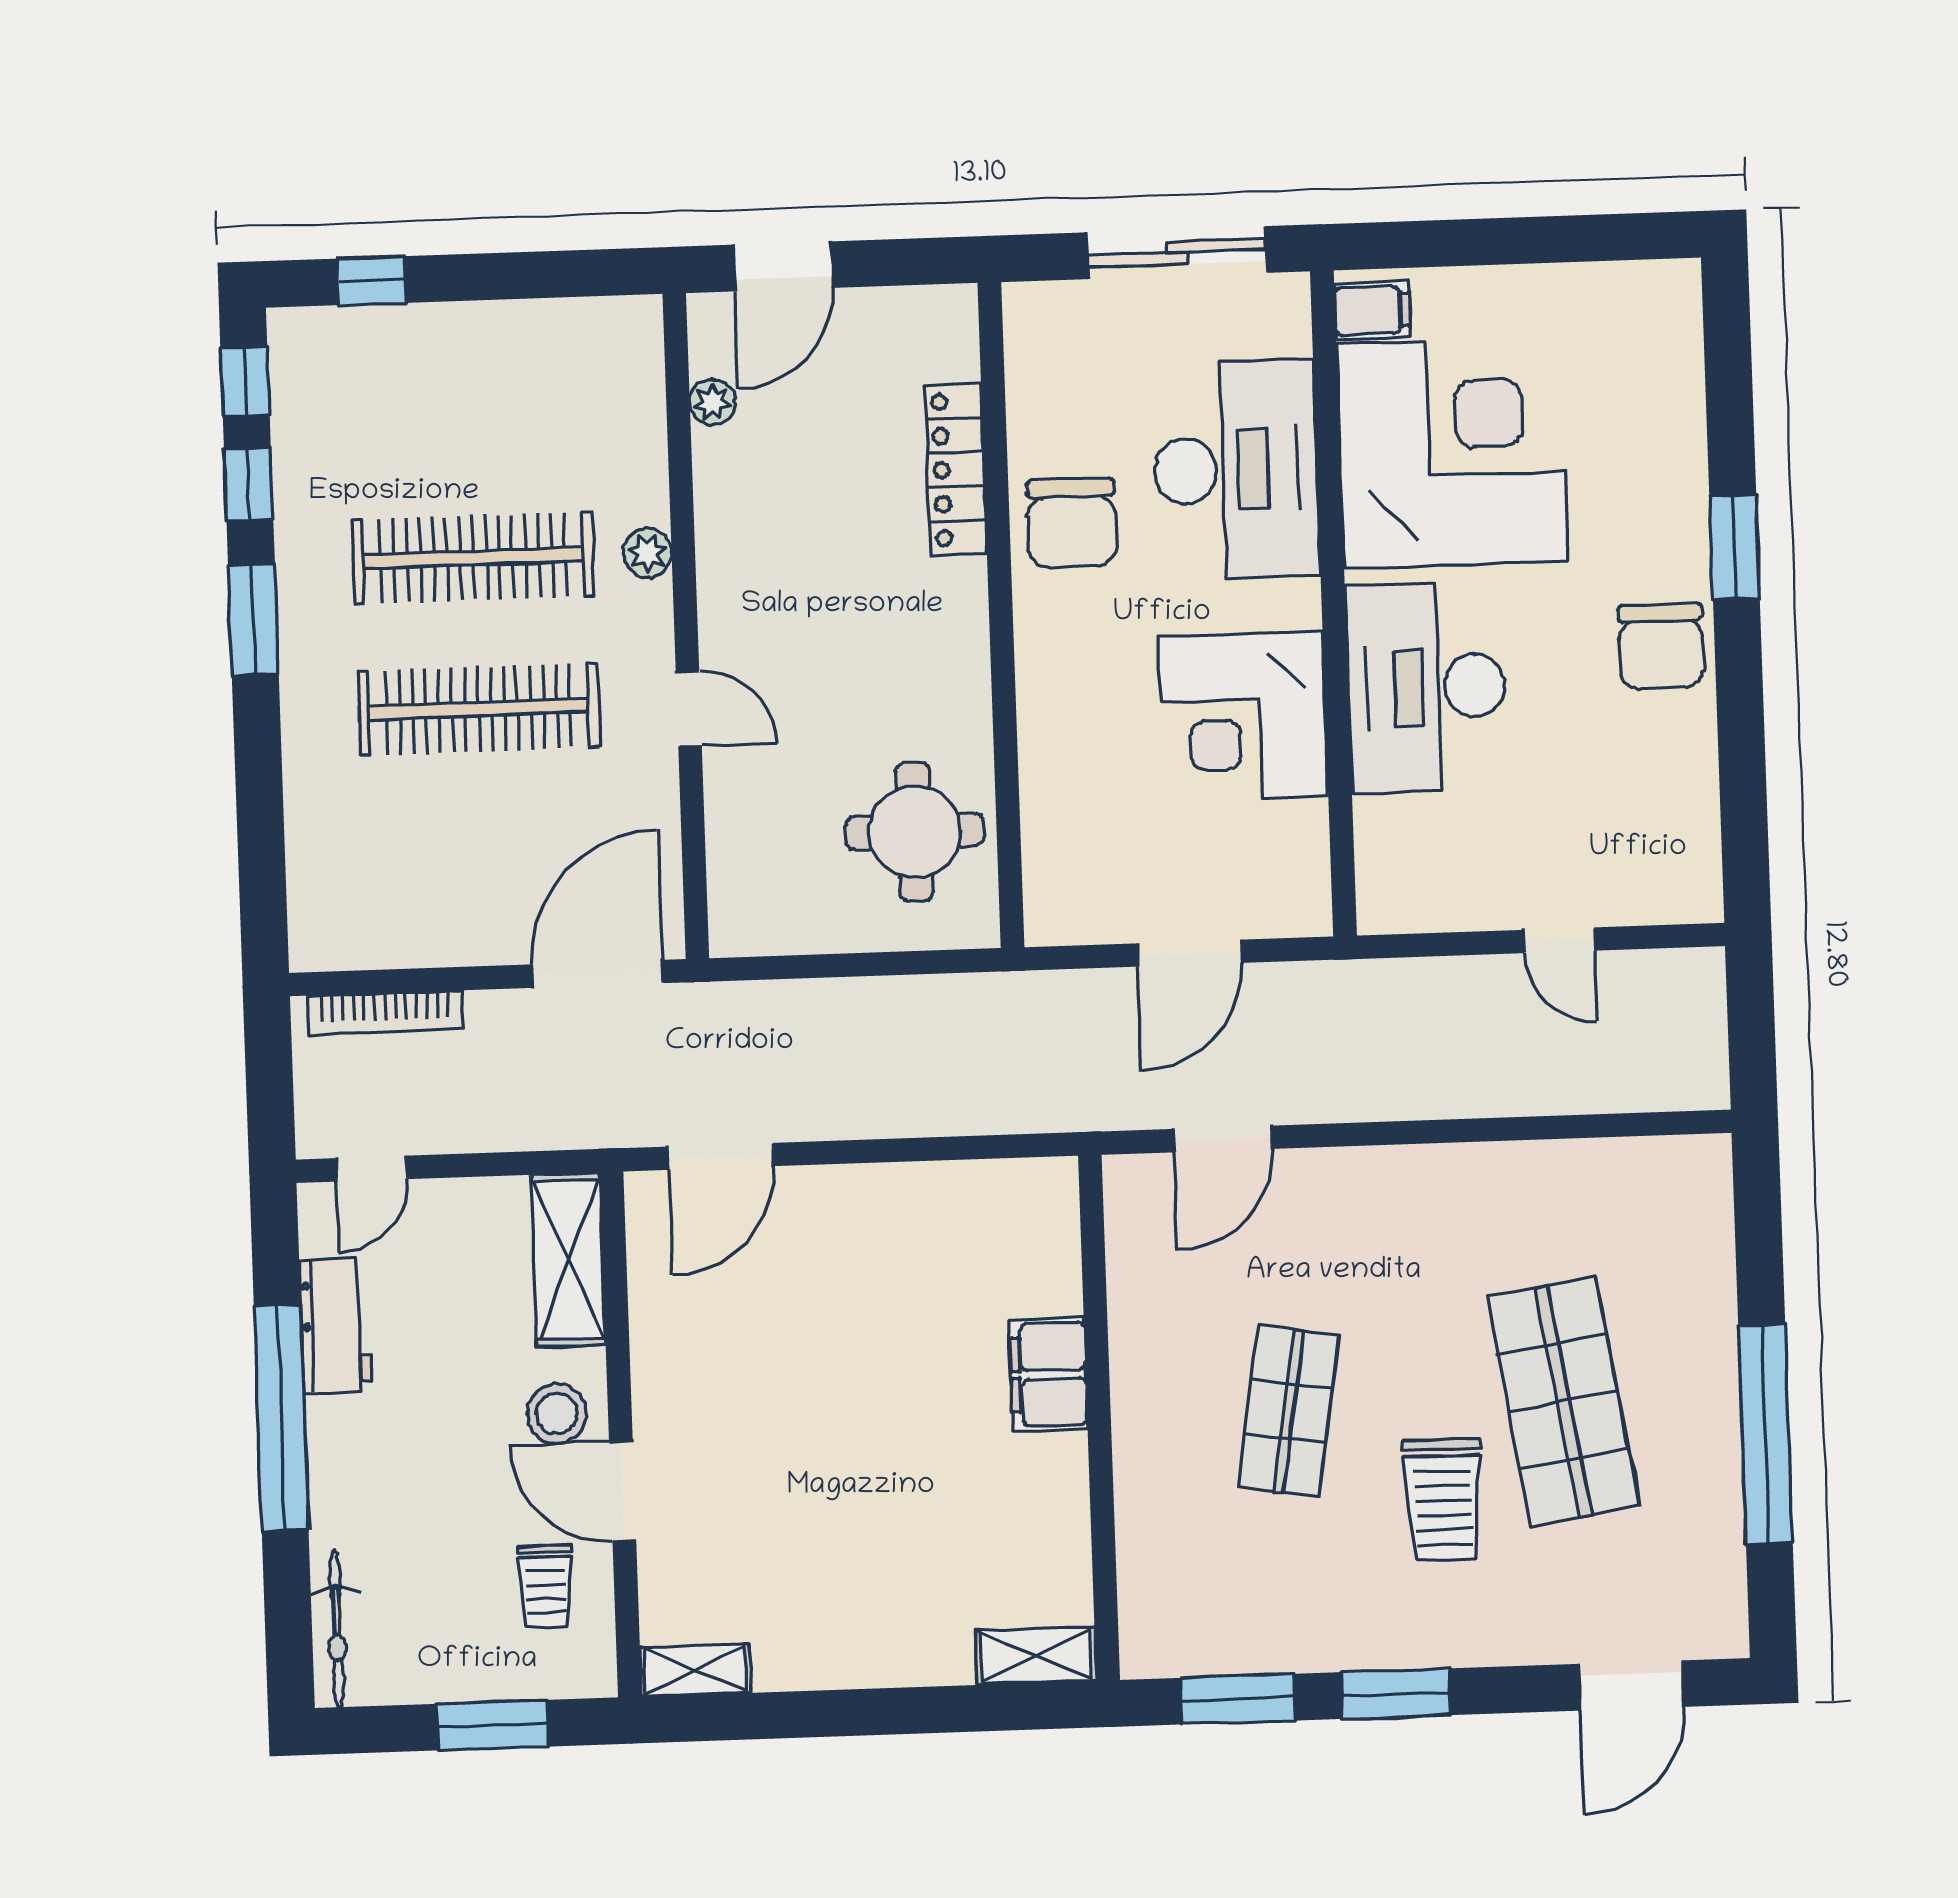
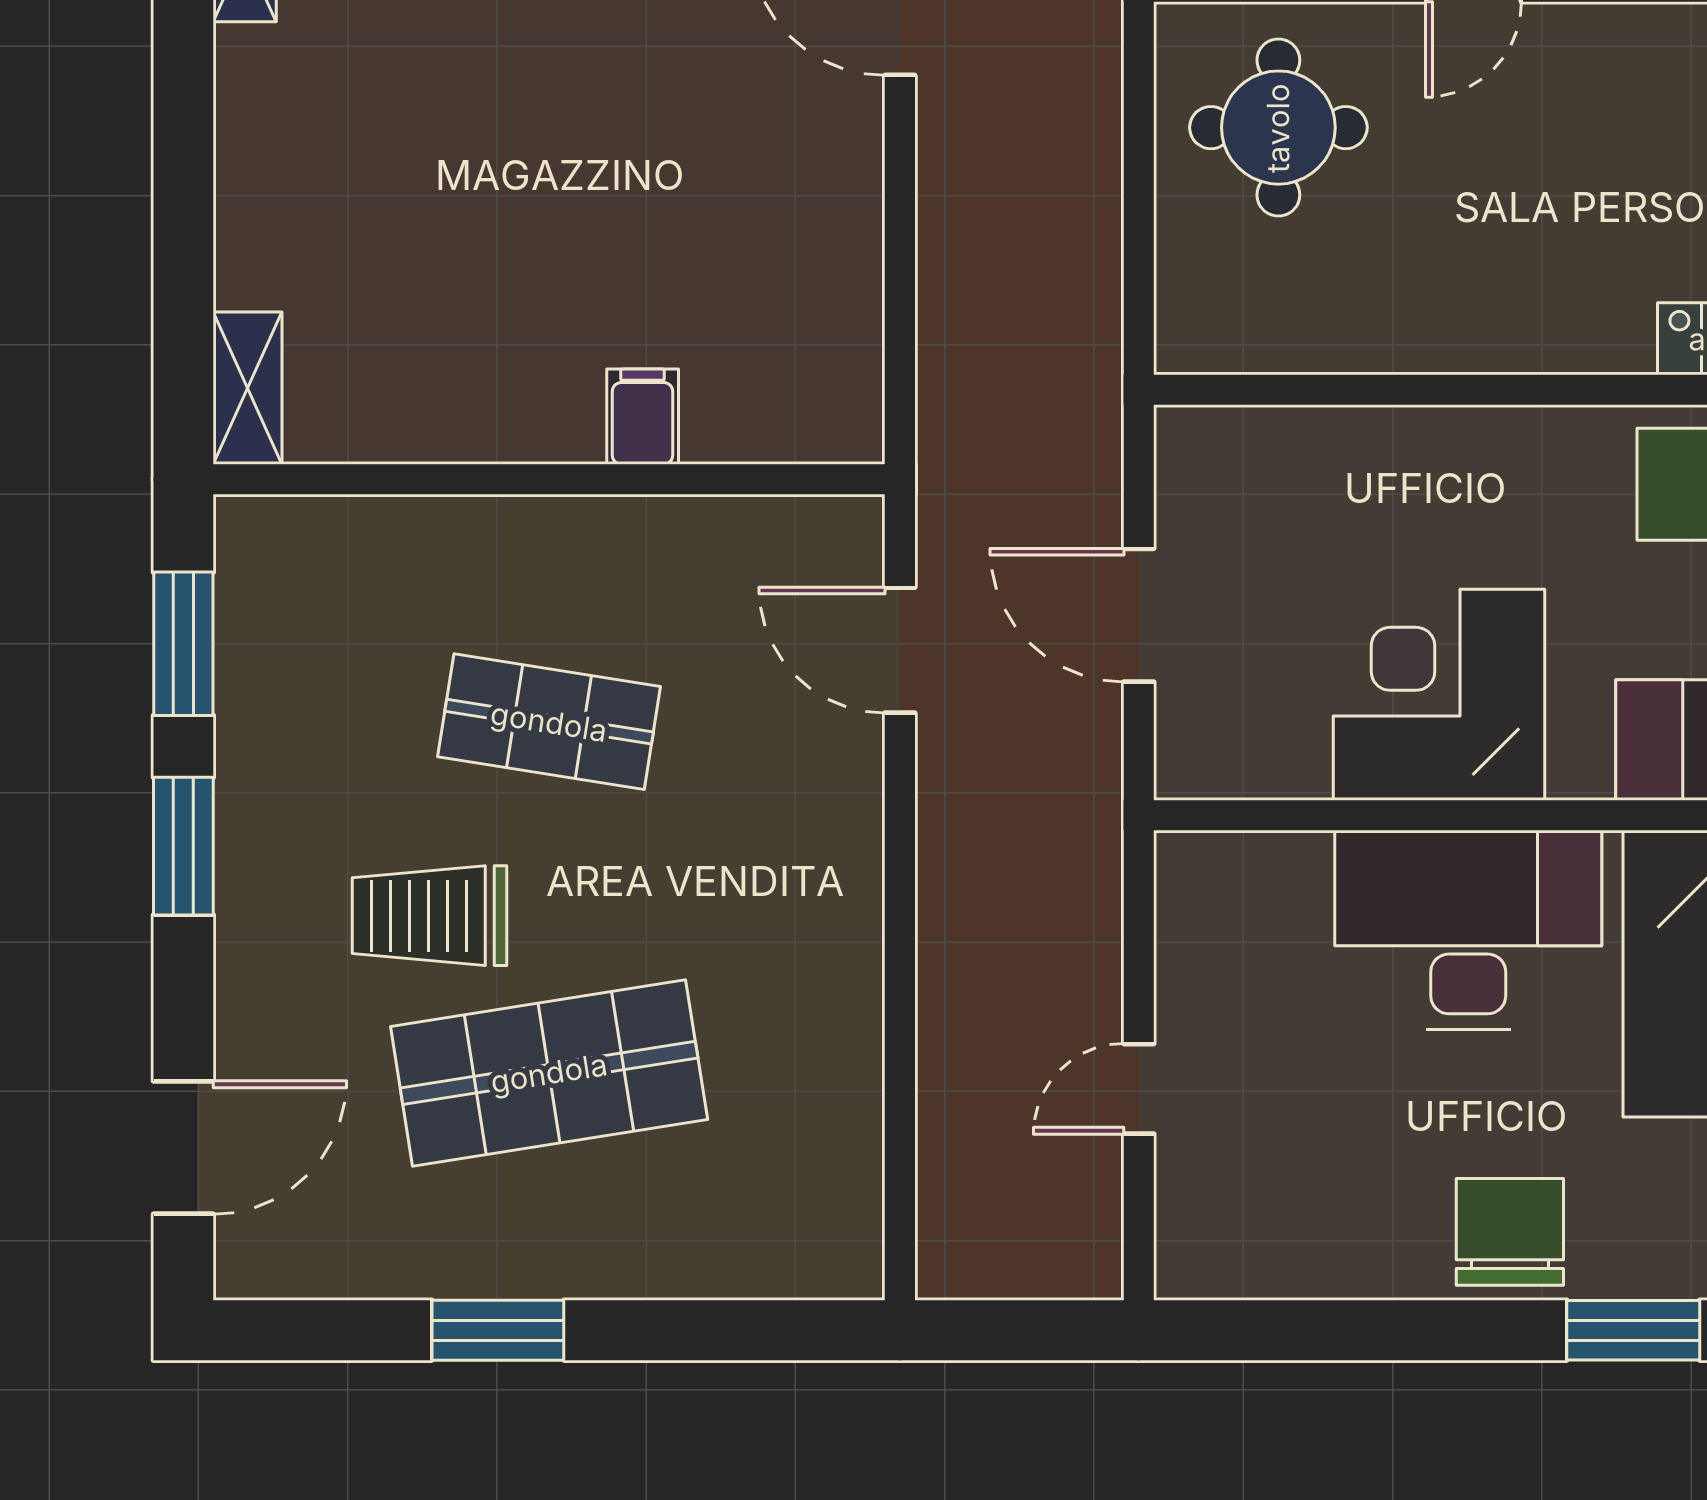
chair: (1661, 646) -> (1510, 1232), turned 90
round table: (914, 832) -> (1278, 128), moved
filing cabinet: (1049, 1374) -> (643, 417), width x0.50
window: (1766, 1435) -> (498, 1330), width x0.47
door: (1631, 1685) -> (183, 1148), swing flipped

